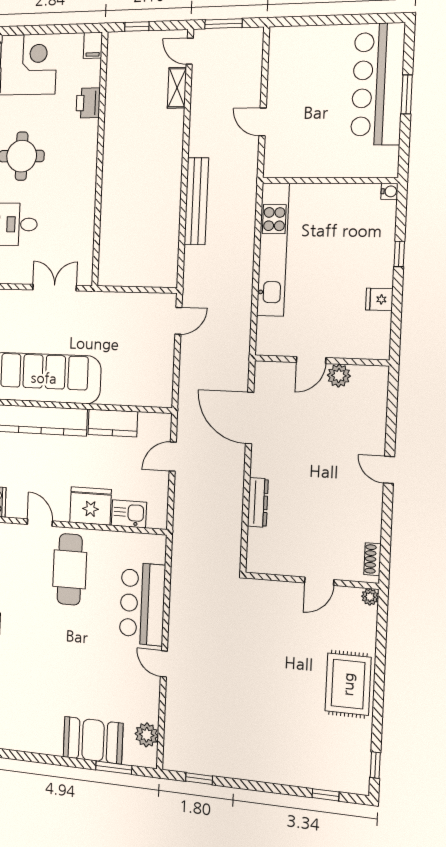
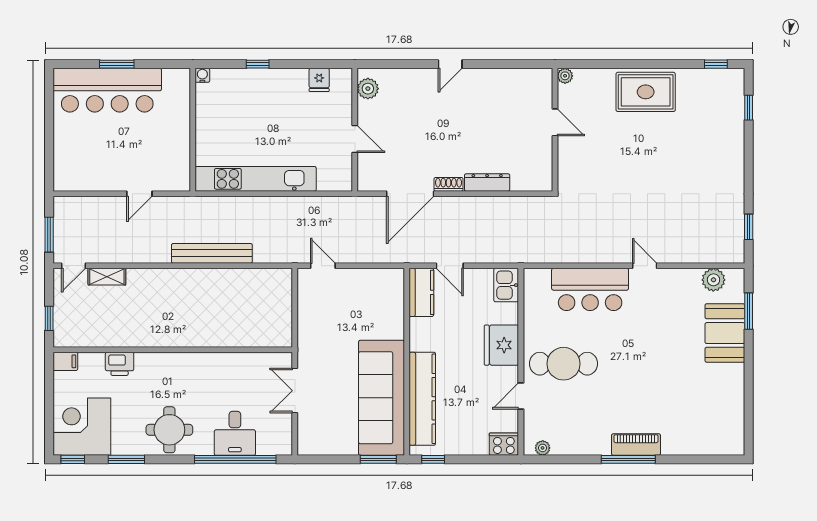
fridge: (379, 299) -> (319, 80), moved
plant: (339, 376) -> (368, 89), moved
kitchen counter: (113, 423) -> (421, 292), moved
kitchen sink: (129, 514) -> (506, 285), moved
shoe rack: (373, 559) -> (449, 184), moved, turned 180
door: (164, 664) -> (645, 266), swing flipped

